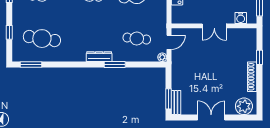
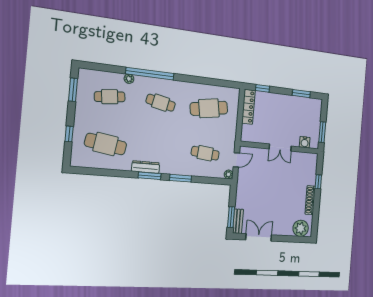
dresser: (99, 57) -> (146, 167), moved
window: (31, 65) -> (150, 176), moved
double door: (211, 118) -> (259, 237), moved

